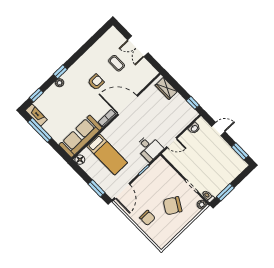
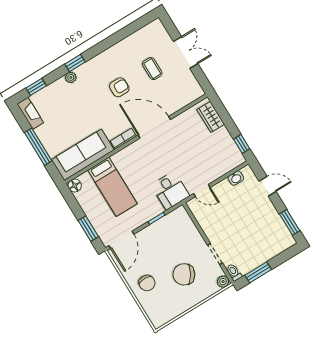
double door: (138, 46) -> (186, 53), swing flipped
window: (40, 130) -> (38, 147), moved

